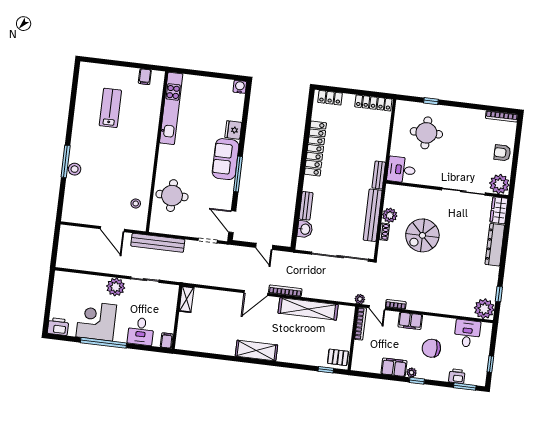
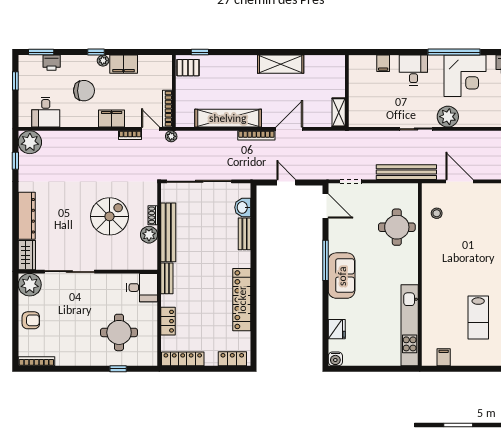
fridge: (233, 130) -> (337, 329), moved
locker: (382, 138) -> (168, 321), added
shelving: (187, 299) -> (339, 112), moved
wall: (177, 317) -> (347, 91), moved

